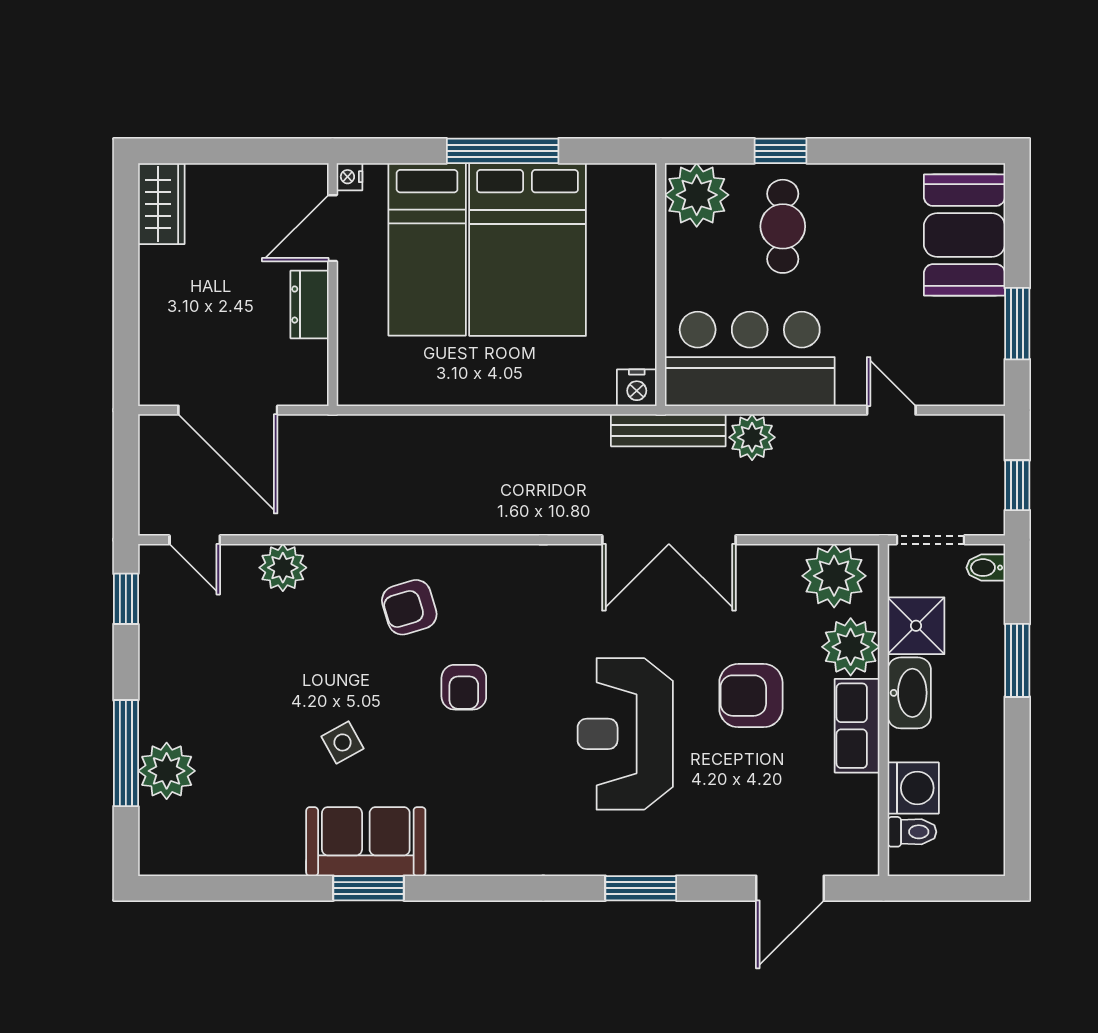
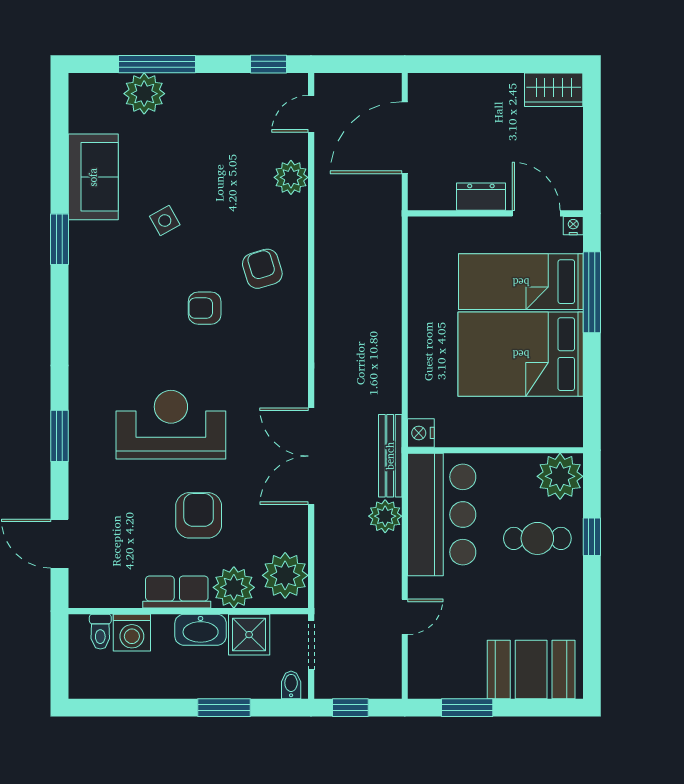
window: (503, 151) -> (592, 292), moved
sofa: (366, 842) -> (93, 177), moved

